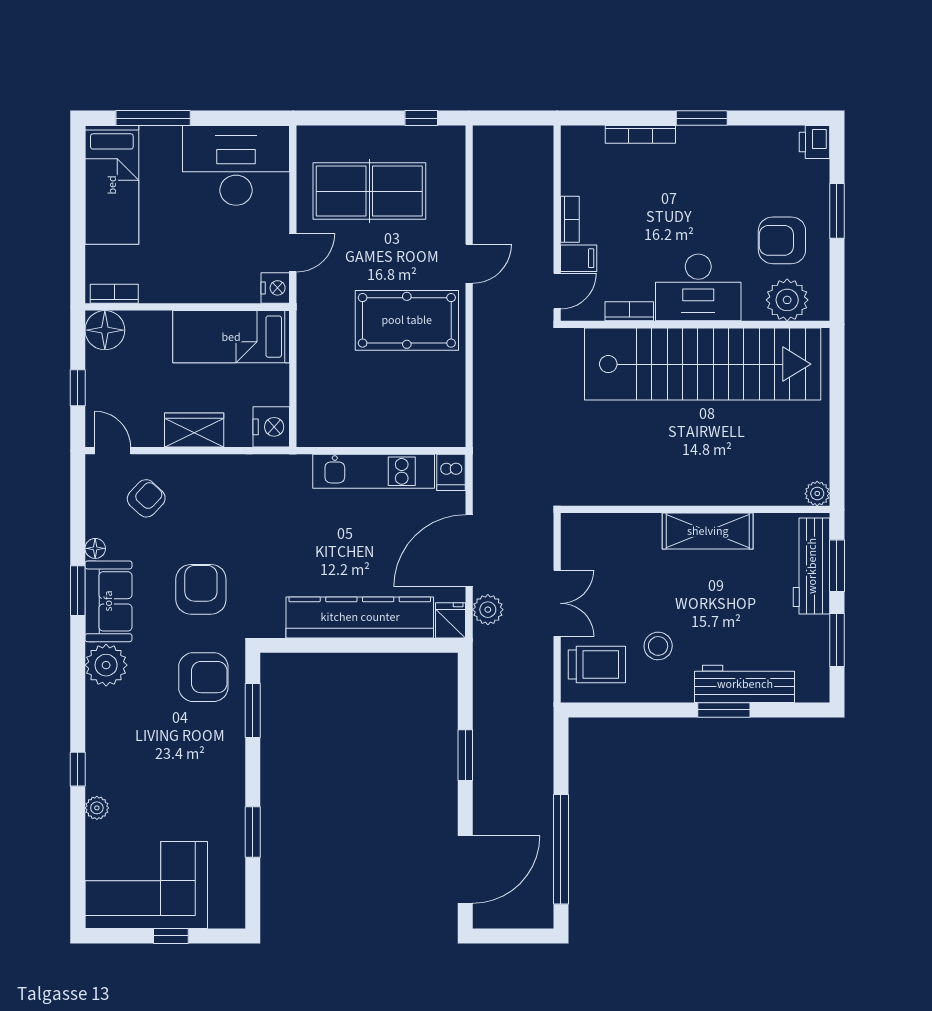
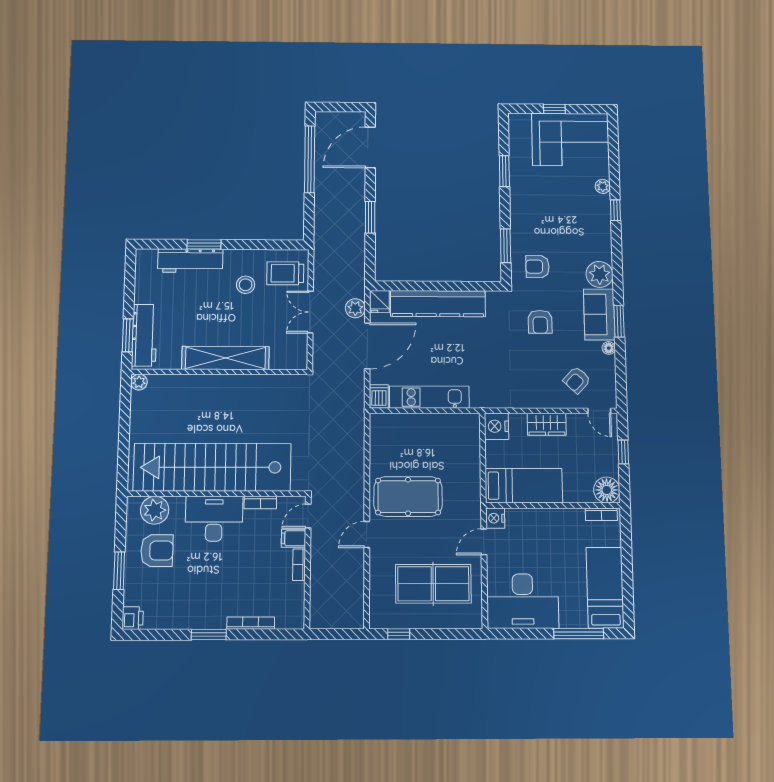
shelving: (708, 531) -> (225, 358), width x1.47
armchair: (201, 589) -> (540, 322), width x0.72, depth x0.72
window: (837, 640) -> (129, 288), removed
armchair: (203, 677) -> (537, 267), width x0.72, depth x0.72

